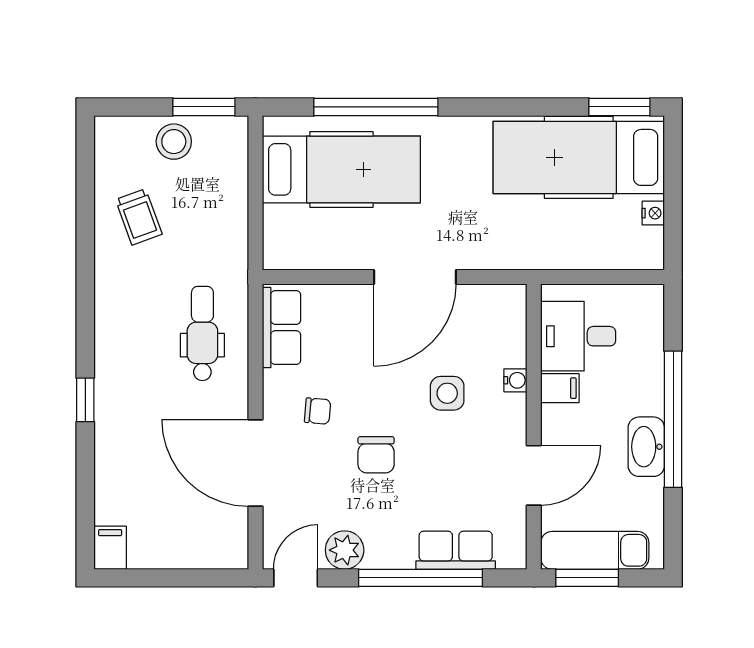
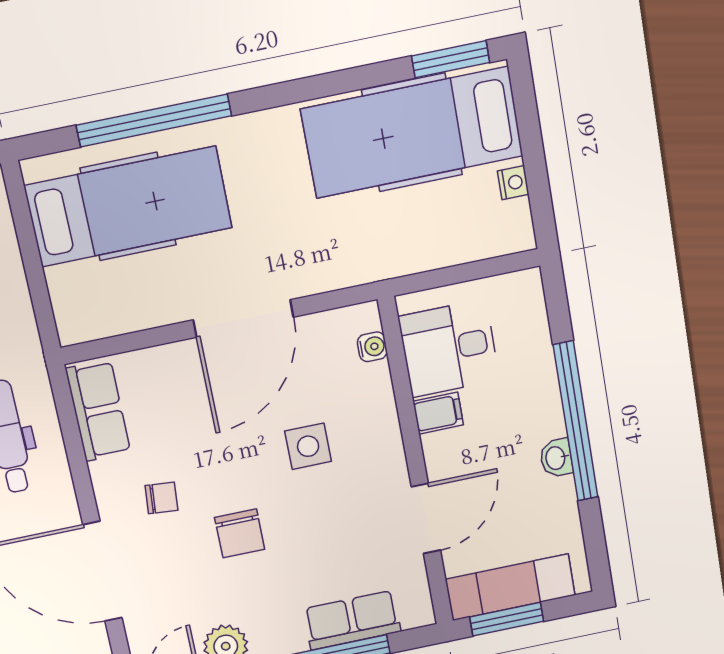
water cooler: (515, 380) -> (372, 347), moved
washbasin: (646, 447) -> (556, 458), width x0.52, depth x0.69

